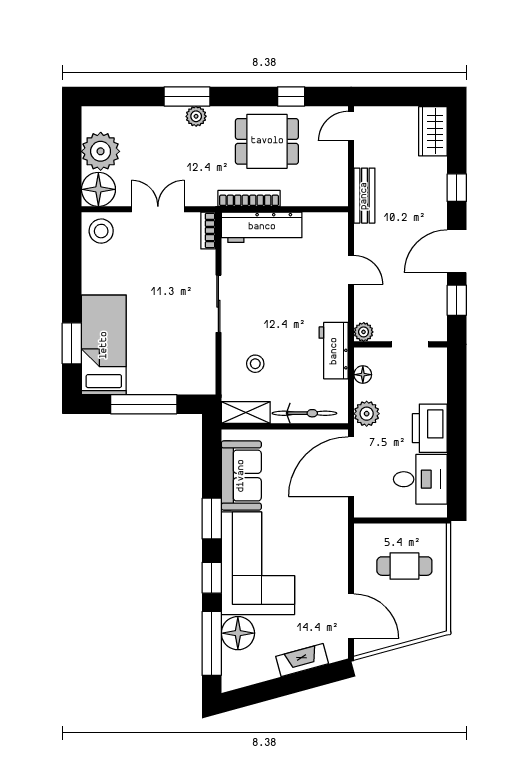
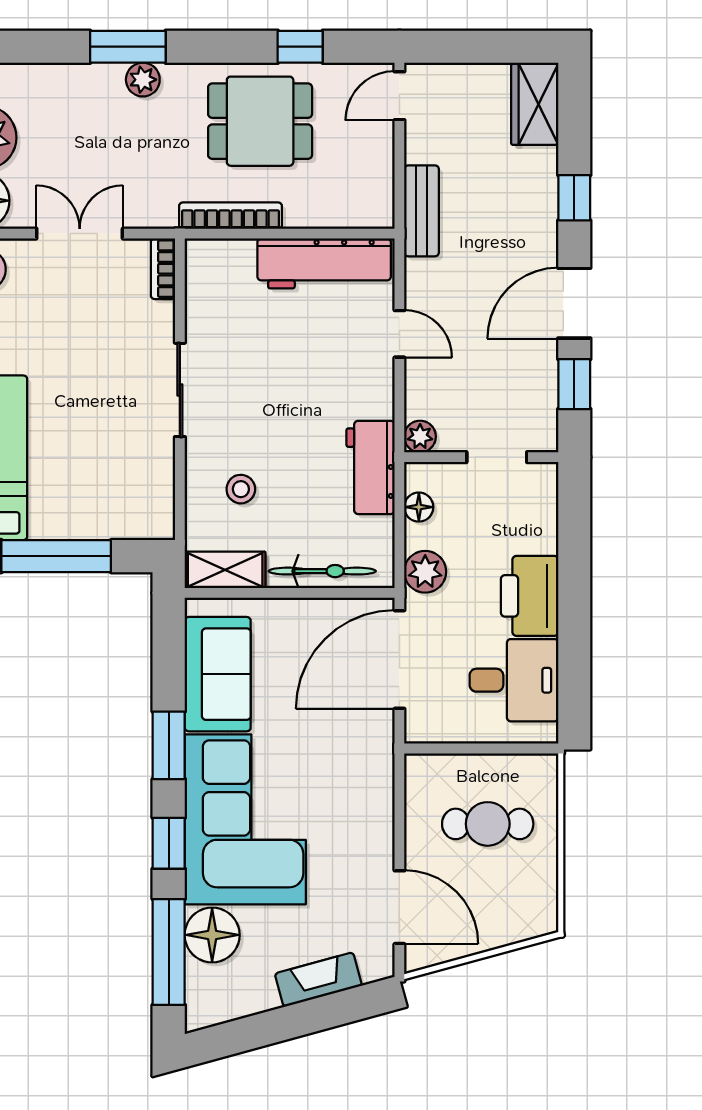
workbench: (262, 227) -> (324, 263), moved

